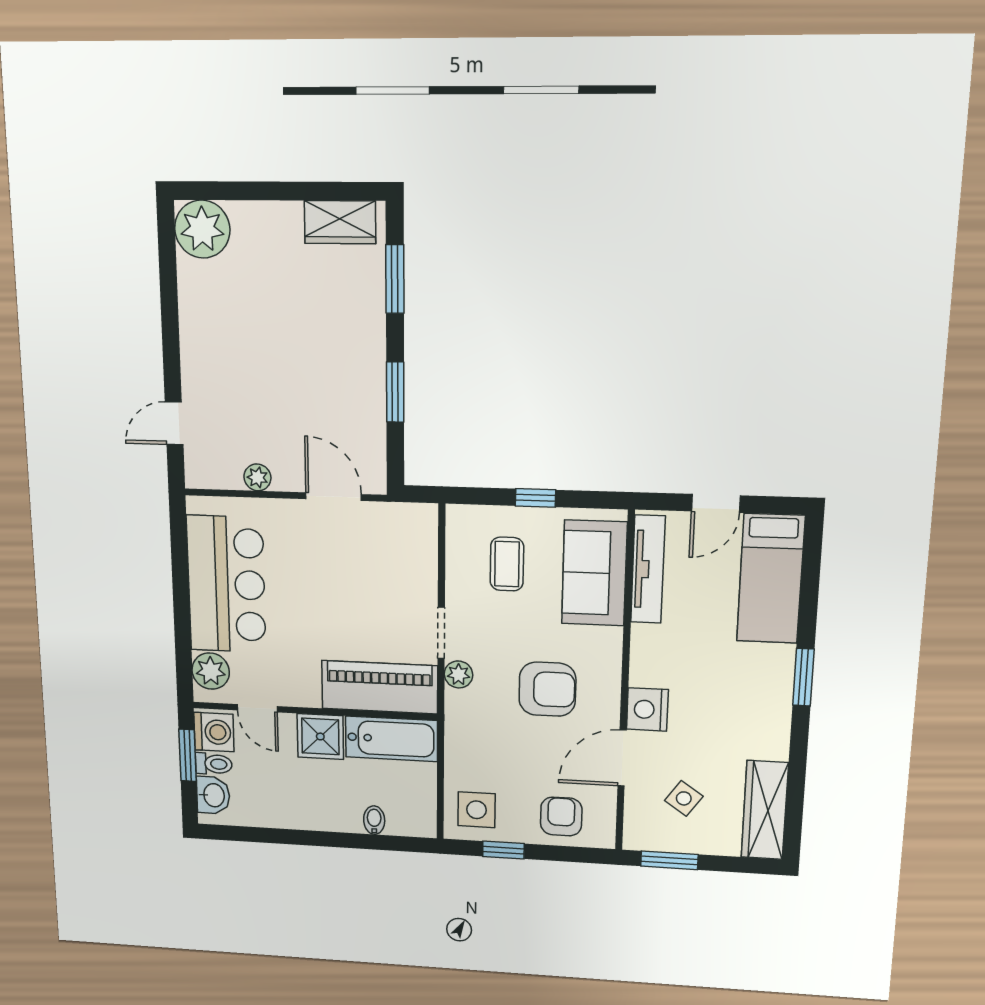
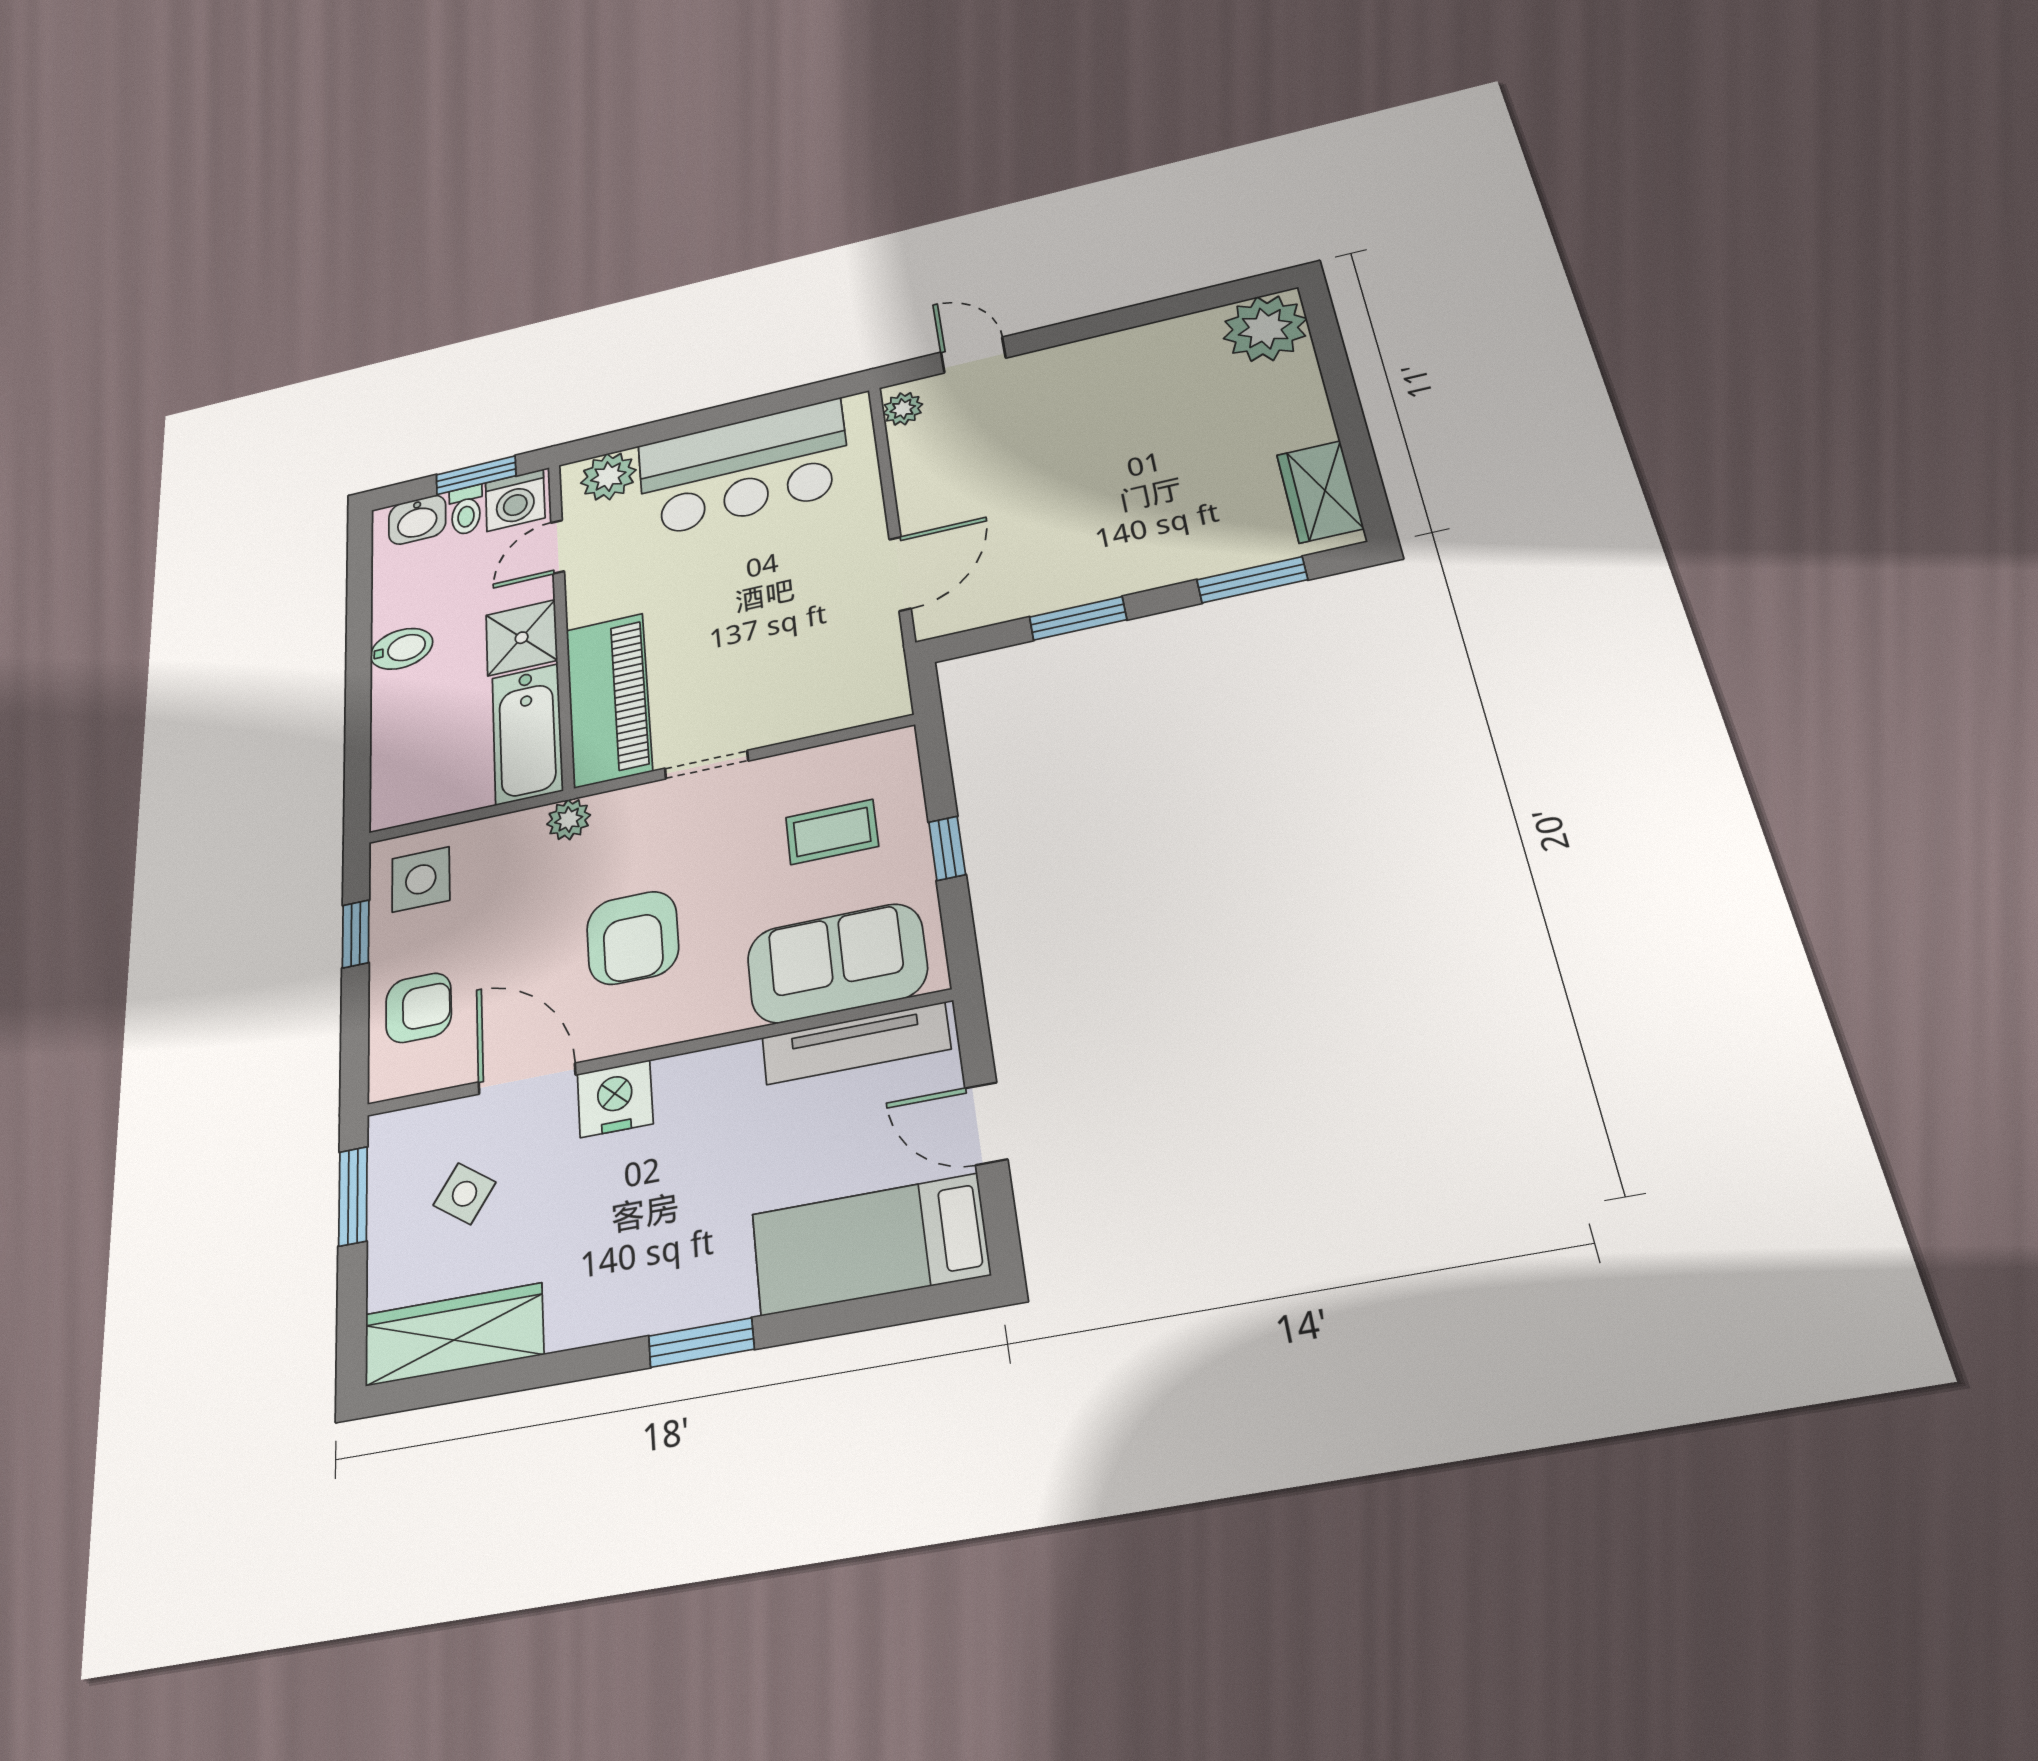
plant: (257, 477) -> (903, 409), moved
plant: (458, 674) -> (569, 820), moved
bidet: (374, 820) -> (402, 649), moved, width x1.38, depth x1.36

